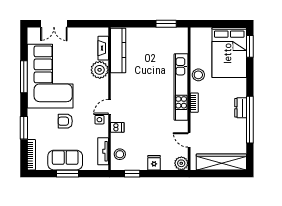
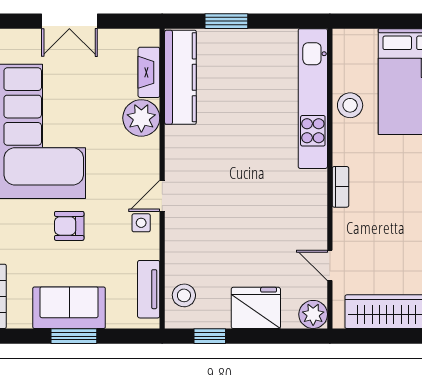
double door: (54, 24) -> (69, 21), moved
window: (166, 24) -> (226, 21), moved
stool: (198, 75) -> (350, 105), moved
kitchen unit: (181, 87) -> (313, 99), moved
dishwasher: (117, 127) -> (179, 239), removed
fridge: (154, 163) -> (256, 308), width x1.88, depth x1.34

